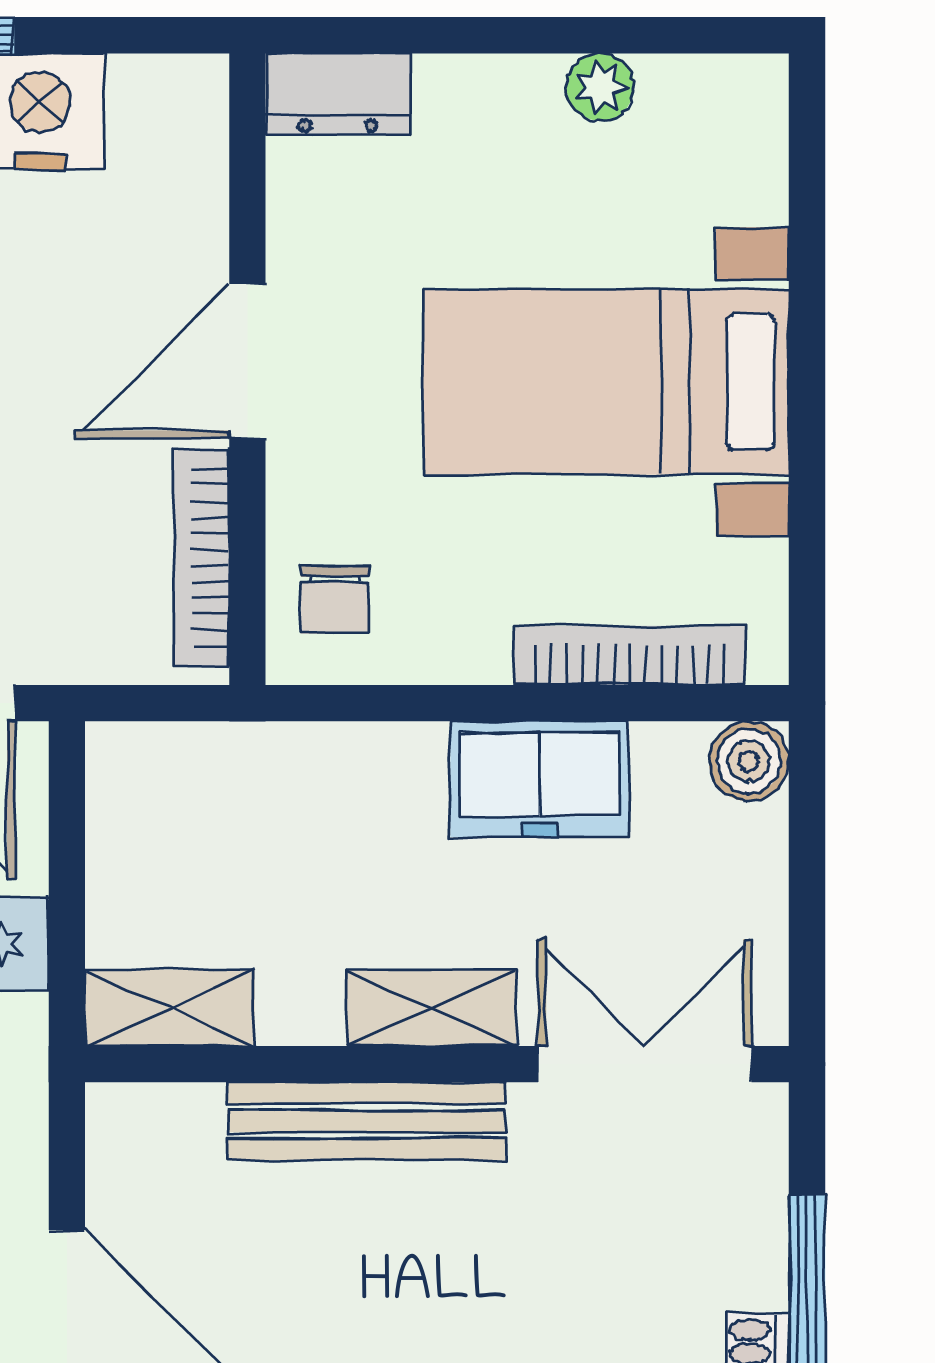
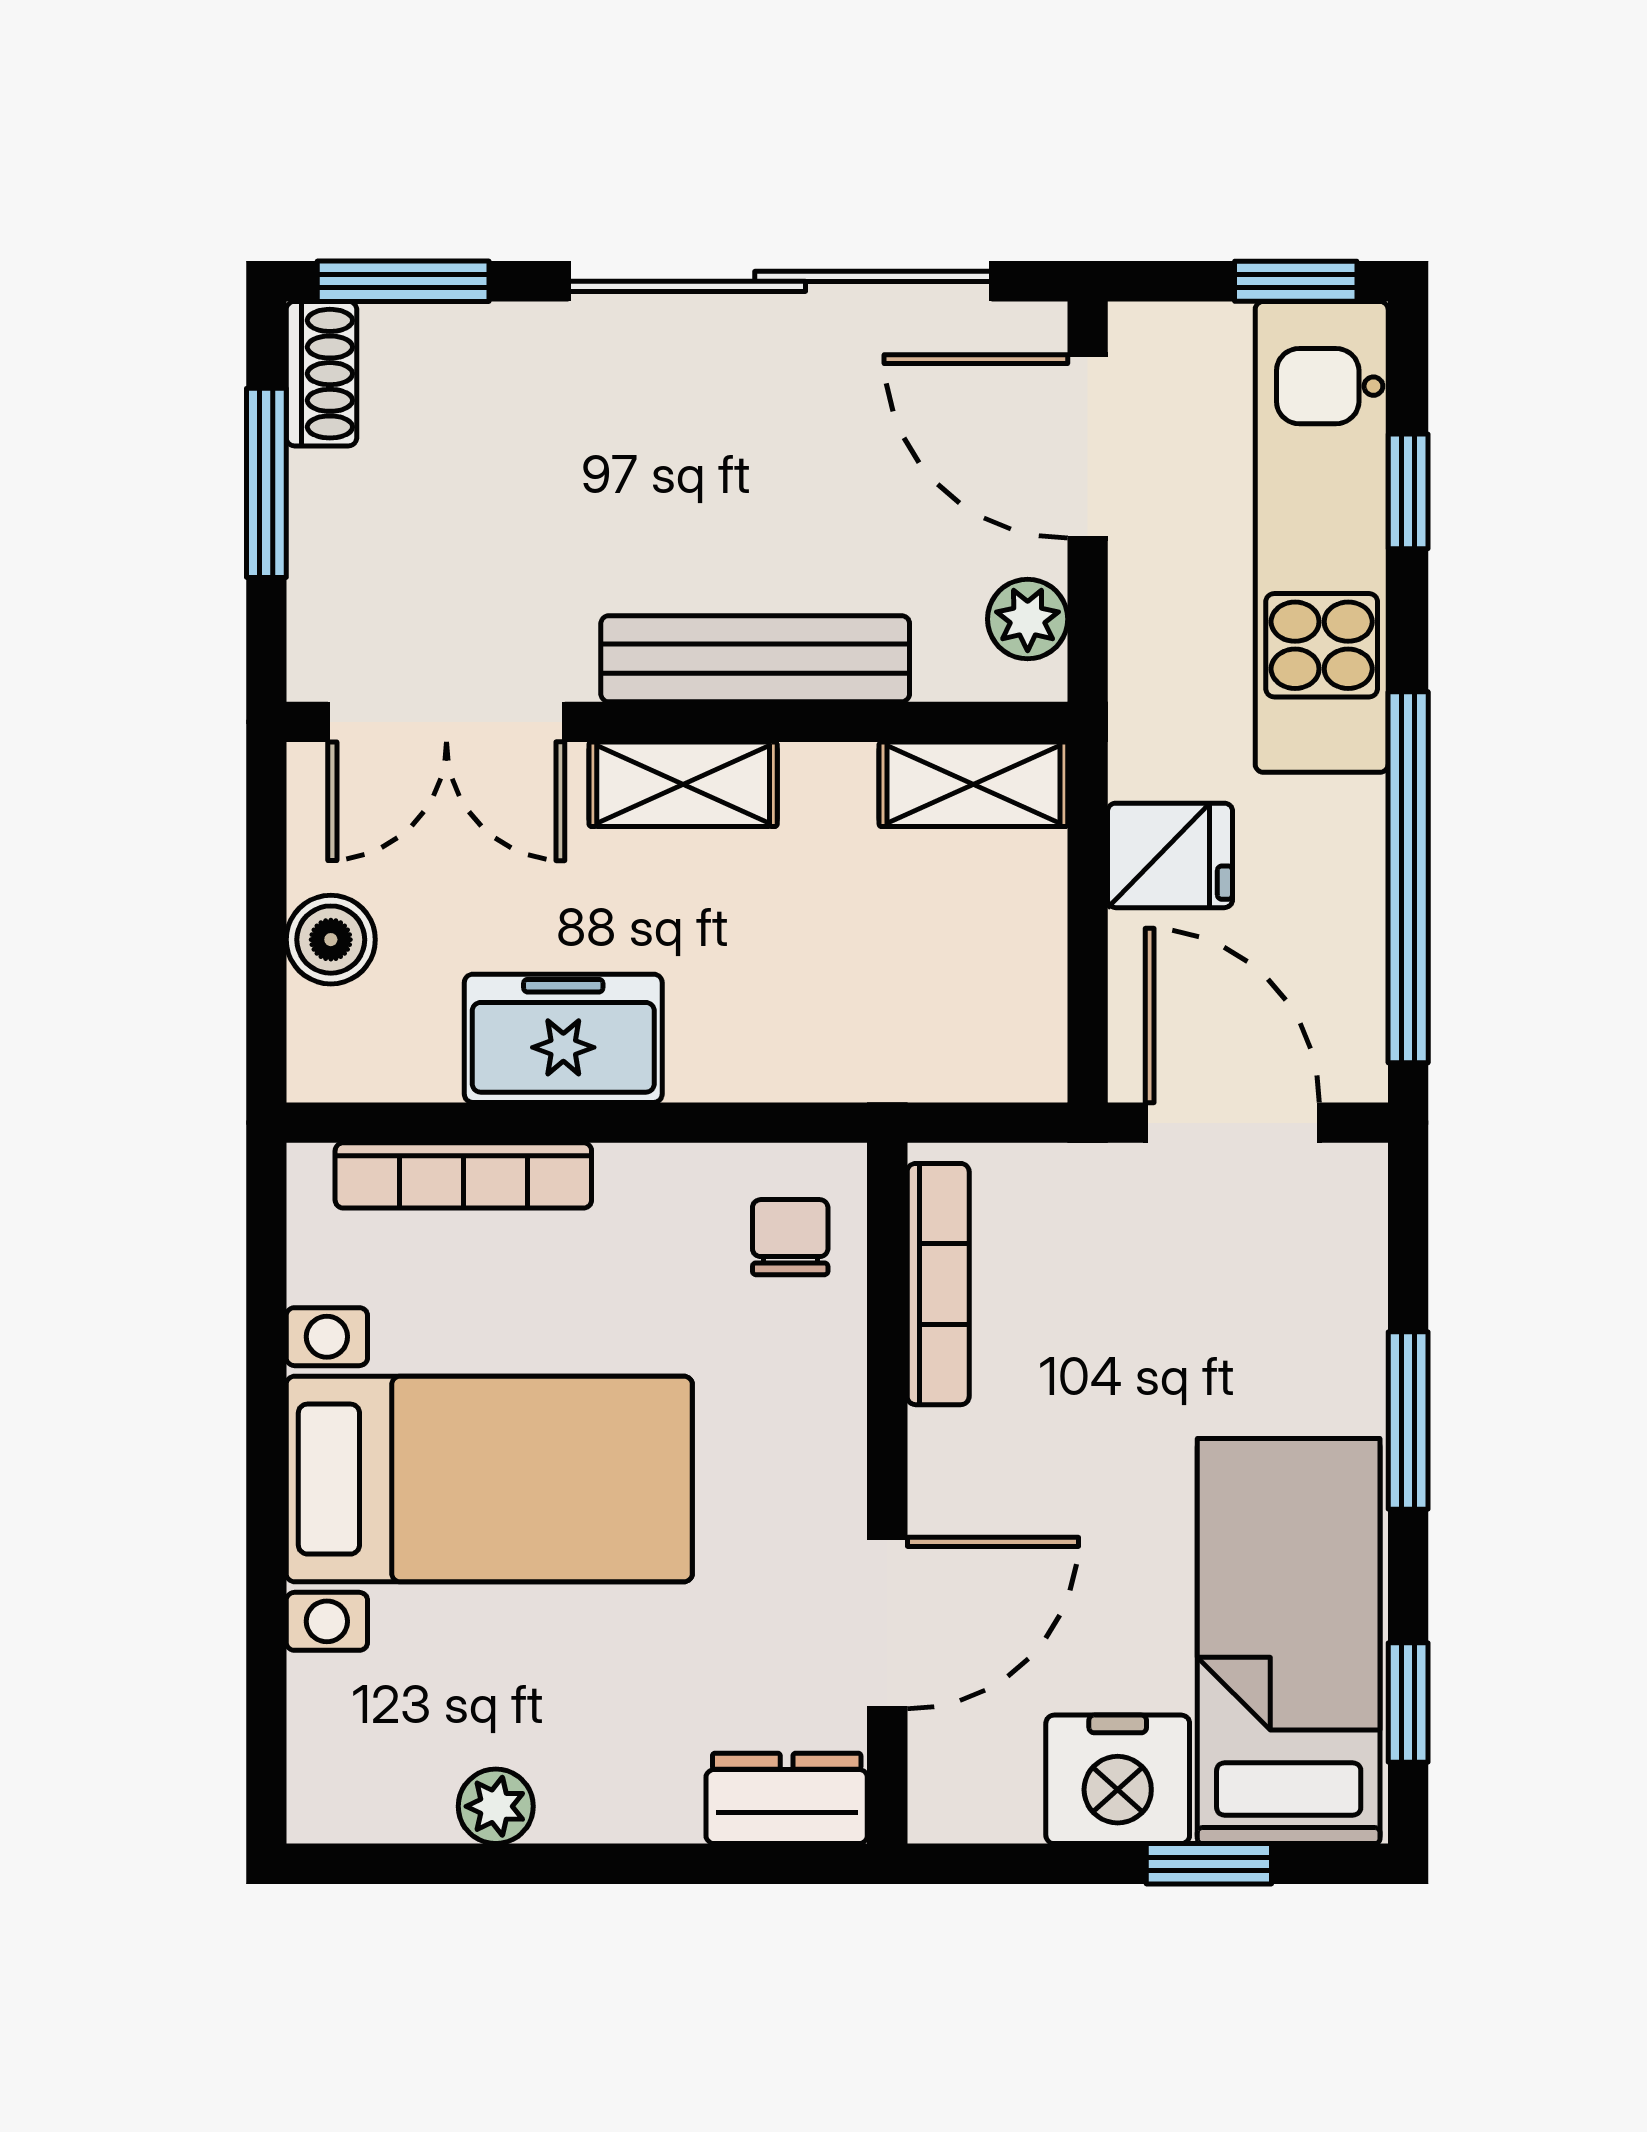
door: (247, 361) -> (887, 1623), moved
boiler: (749, 761) -> (331, 940), moved
plant: (121, 1157) -> (1028, 619), added

